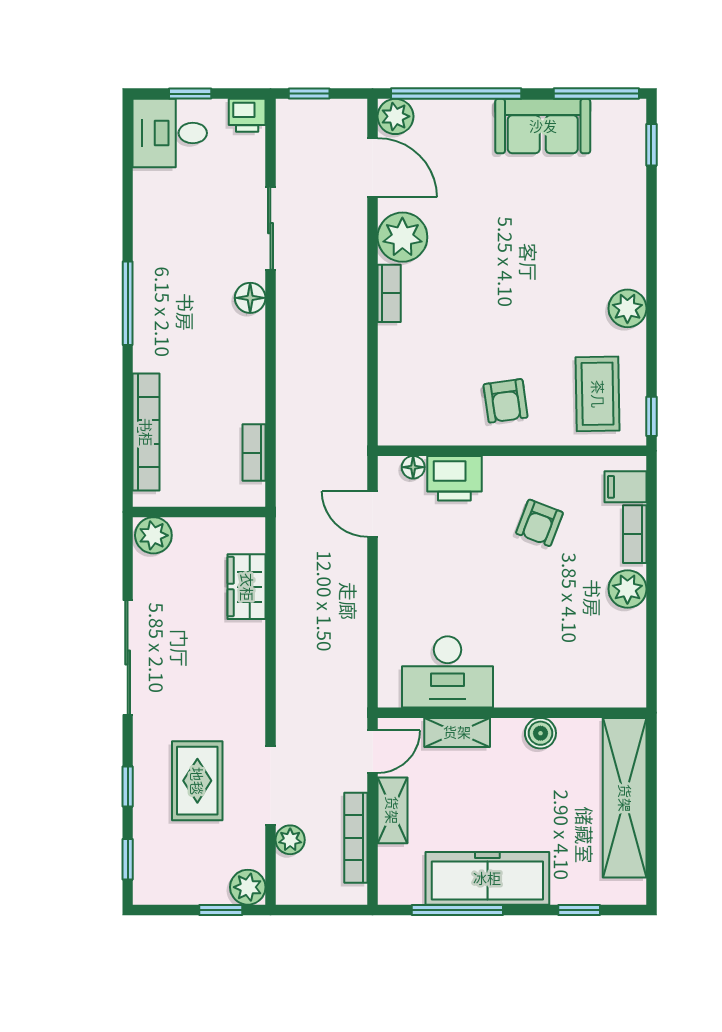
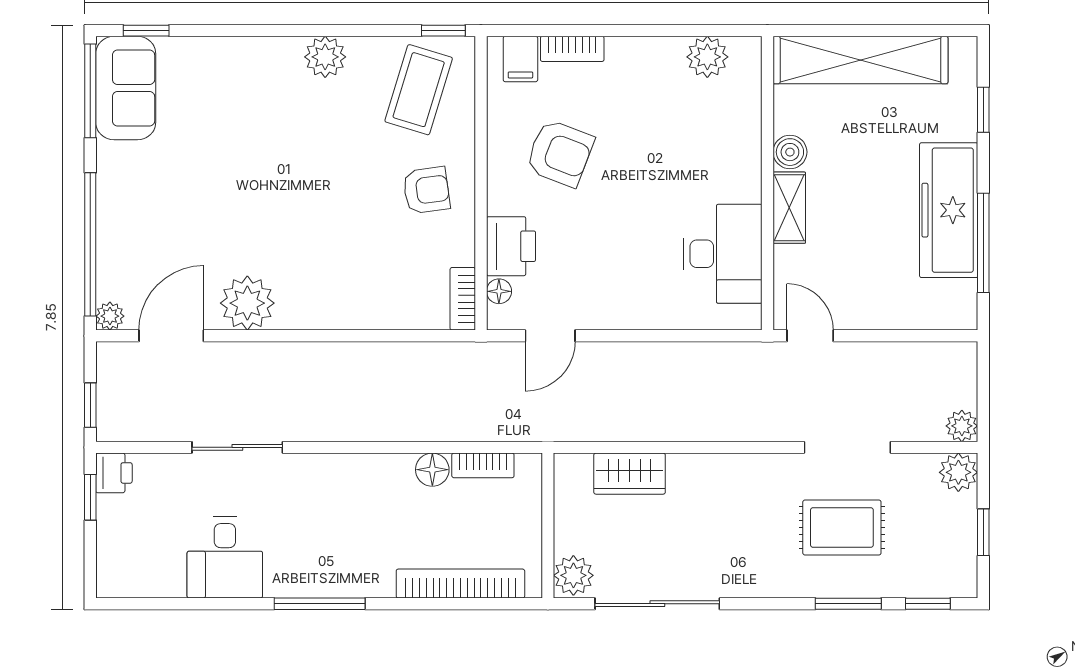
window: (190, 94) -> (90, 497), moved
plant: (395, 116) -> (110, 316), width x0.73, depth x0.73
sofa: (543, 126) -> (126, 88), moved
desk: (170, 133) -> (225, 558), moved
bookcase: (389, 293) -> (463, 299), moved, turned -90
floor lamp: (250, 298) -> (432, 470), moved
coffee table: (598, 394) -> (419, 90), turned -72
armchair: (539, 523) -> (560, 153), width x1.38, depth x1.38
plant: (627, 589) -> (707, 57), moved
sliding door: (128, 658) -> (657, 604), moved
shelving: (457, 732) -> (789, 208), moved
window: (128, 786) -> (848, 604), width x1.50
shelving: (392, 810) -> (874, 314), removed
bookcase: (356, 838) -> (904, 354), removed
plant: (290, 840) -> (962, 426), moved
window: (221, 910) -> (983, 532), moved

